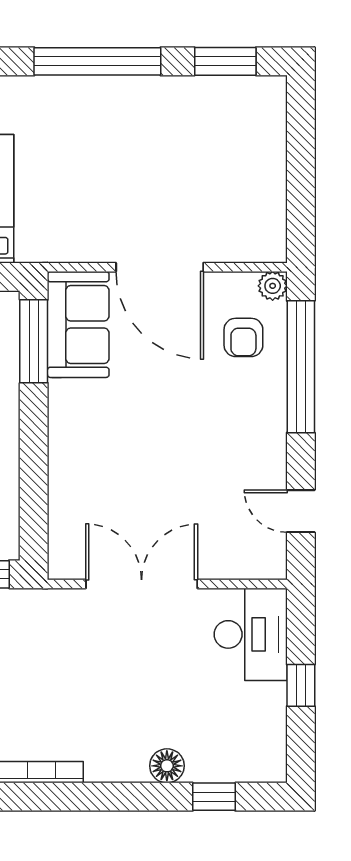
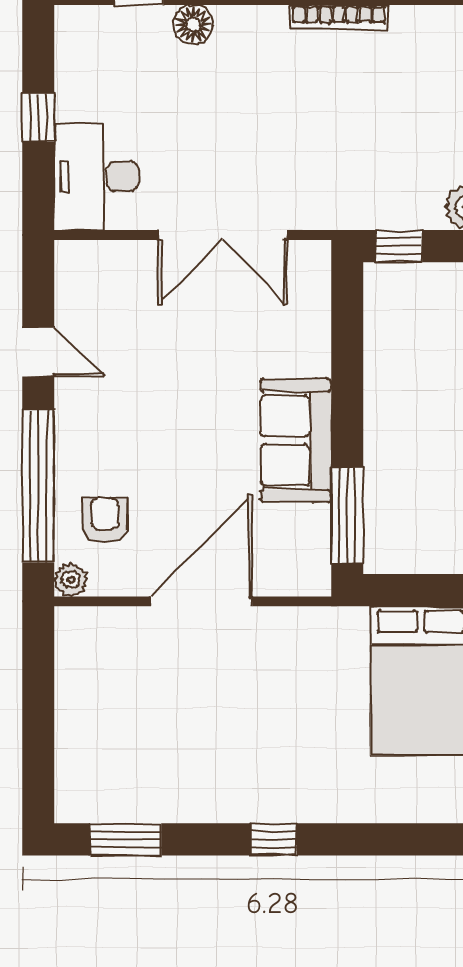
window: (97, 61) -> (274, 839), width x0.32
door: (160, 267) -> (202, 601), hinge flipped
sofa: (78, 324) -> (296, 441), moved
door: (301, 511) -> (38, 352), moved

